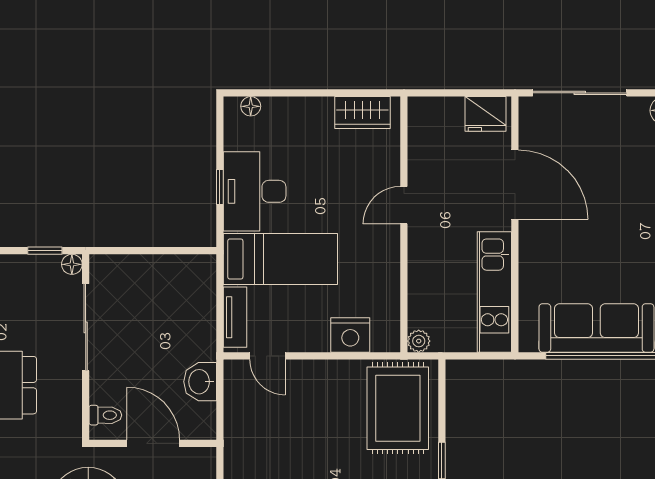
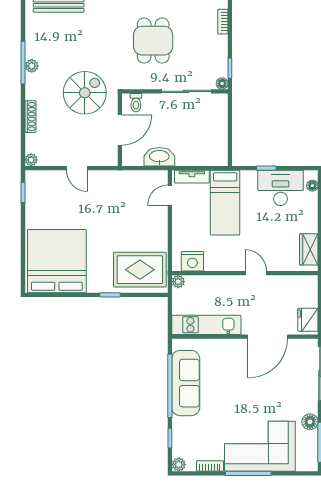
desk: (255, 191) -> (281, 188), moved
nightstand: (350, 335) -> (192, 261), moved, turned -90
washbasin: (200, 382) -> (159, 157), width x1.38

